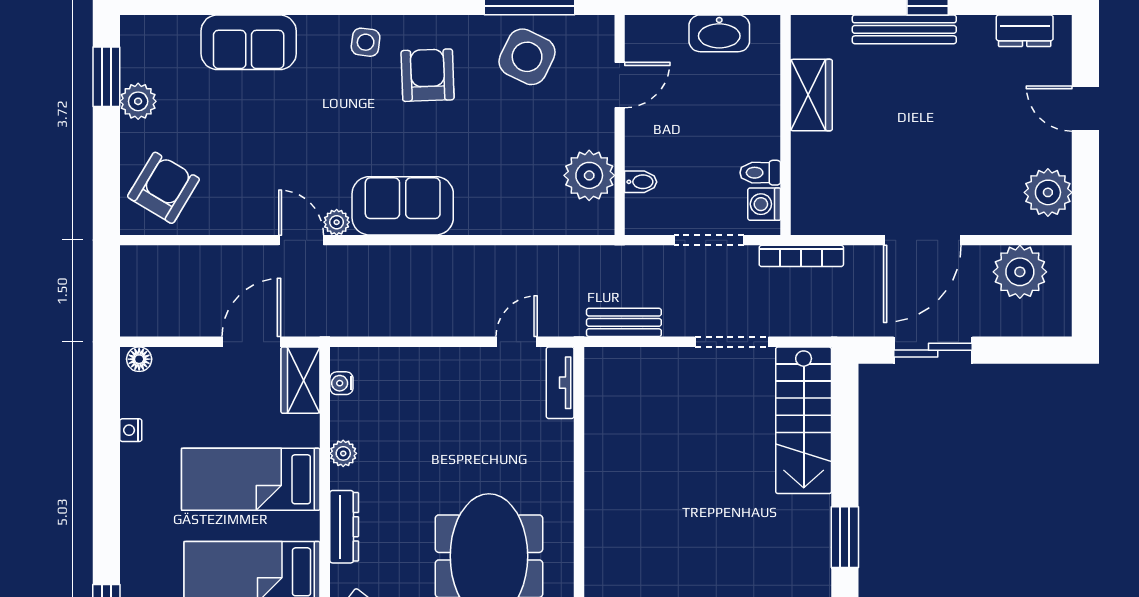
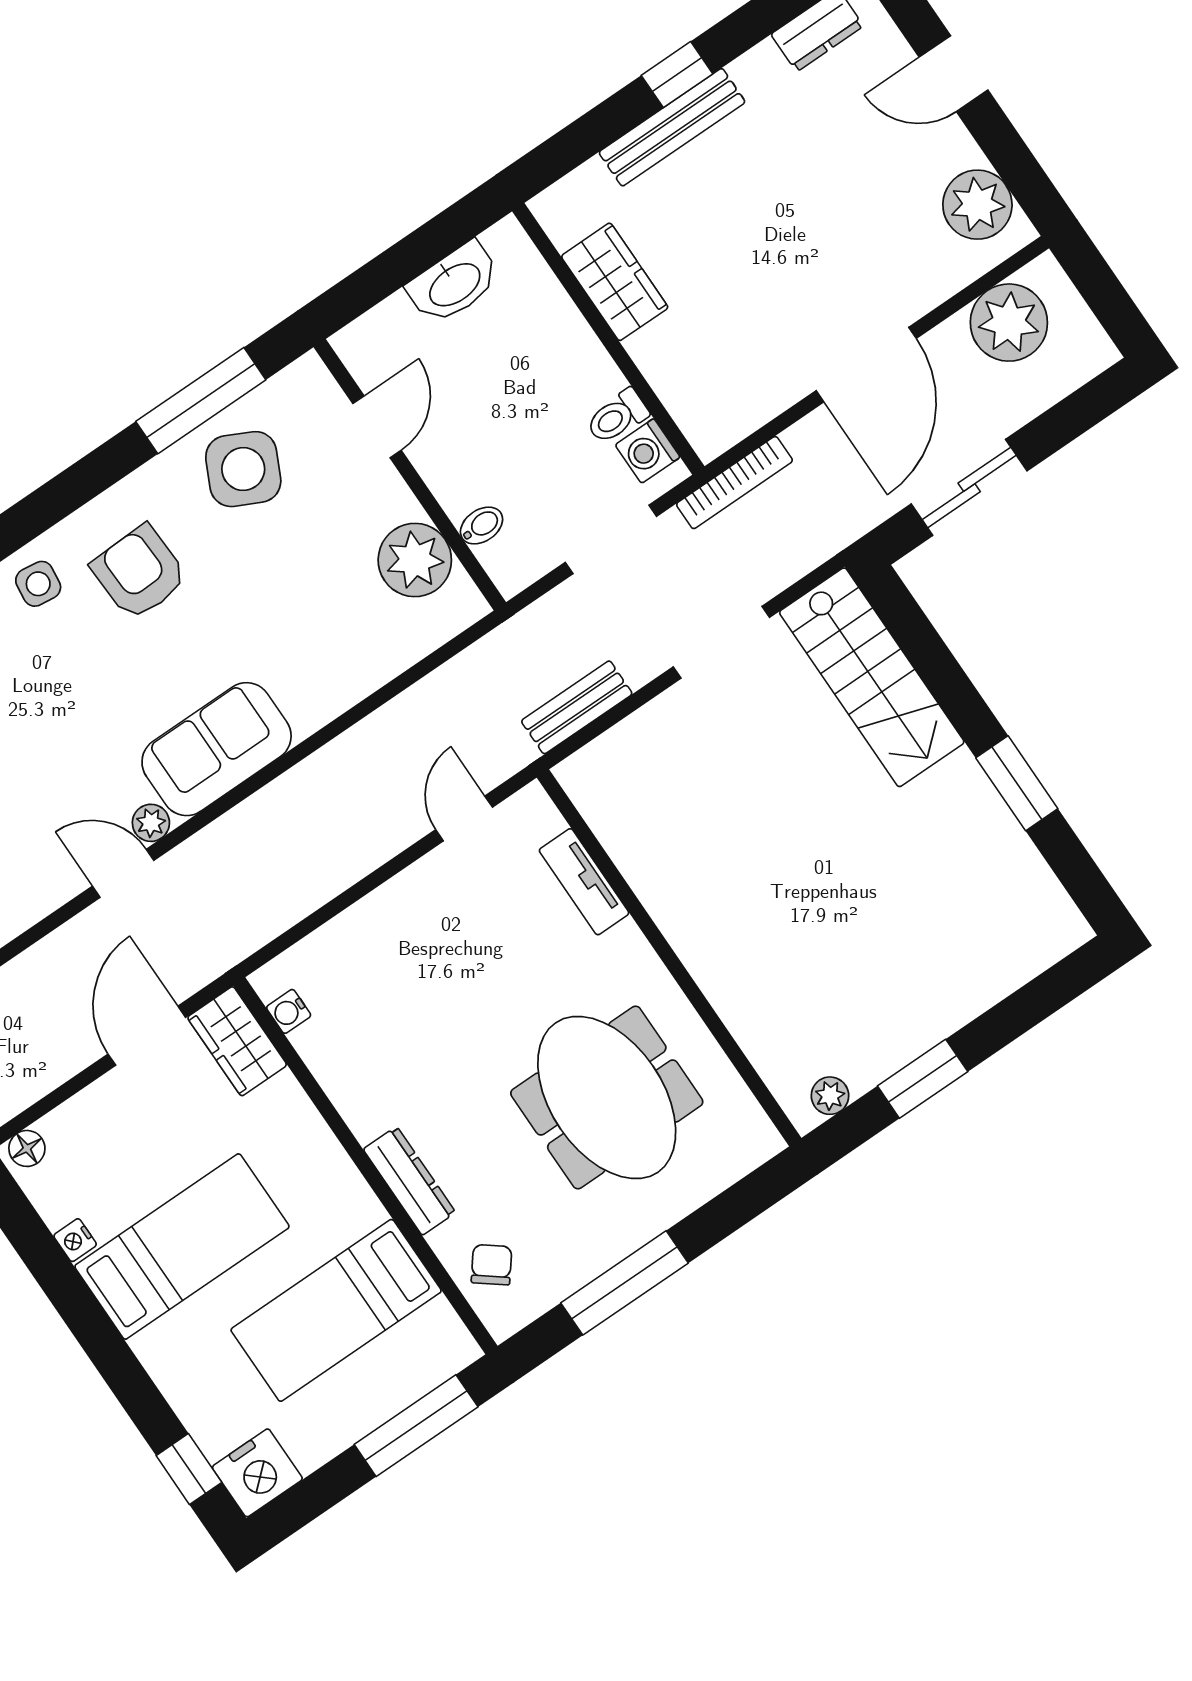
tv unit: (560, 383) -> (584, 882), moved
plant: (343, 453) -> (348, 1094), removed
bed: (251, 479) -> (182, 1247), moved, turned 180

